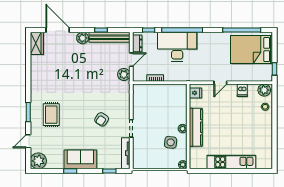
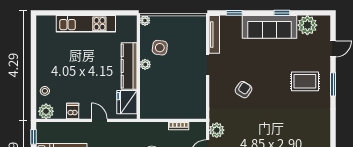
door: (220, 83) -> (99, 120), hinge flipped
fridge: (196, 93) -> (127, 102), width x1.88, depth x1.34
rug: (51, 115) -> (305, 81), turned 90
armchair: (102, 119) -> (244, 90), moved
sofa: (80, 159) -> (270, 27), width x1.36
plant: (38, 161) -> (307, 25), moved

